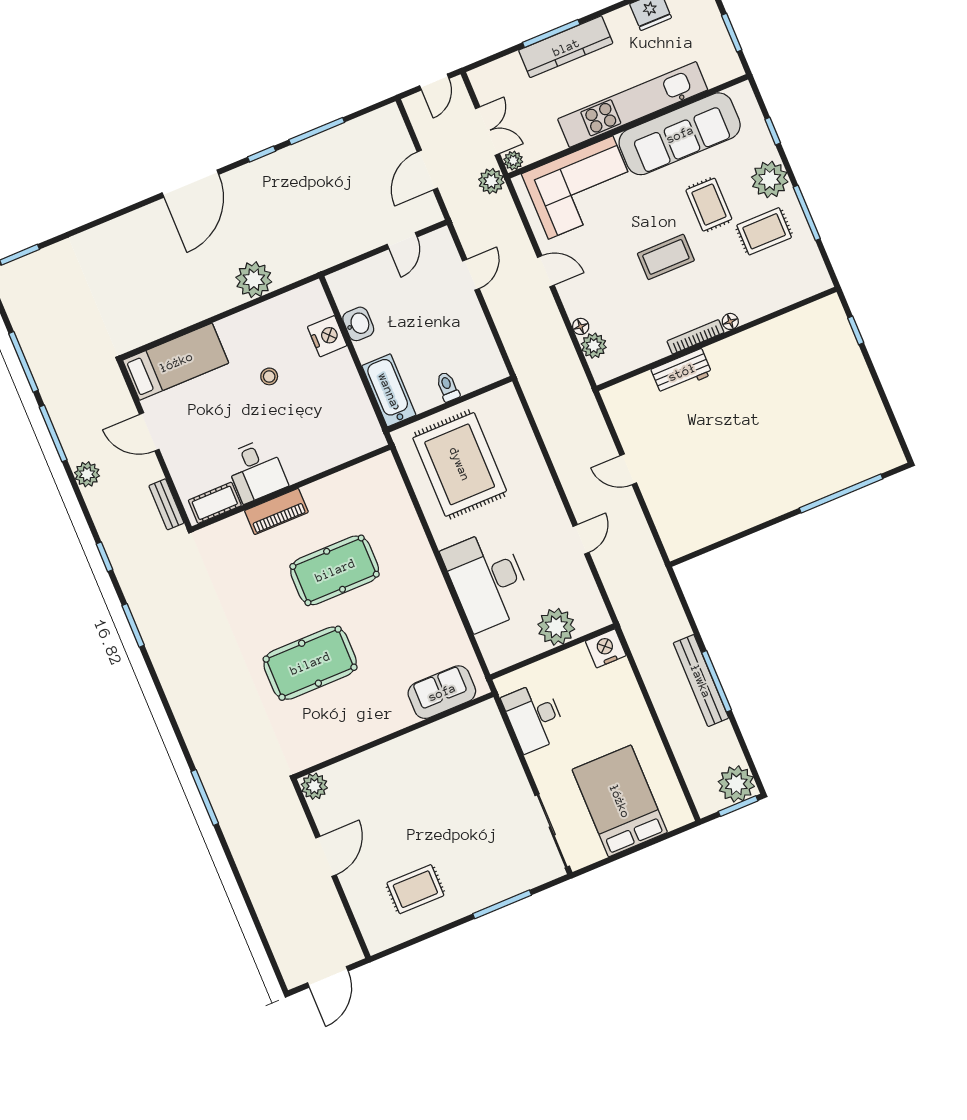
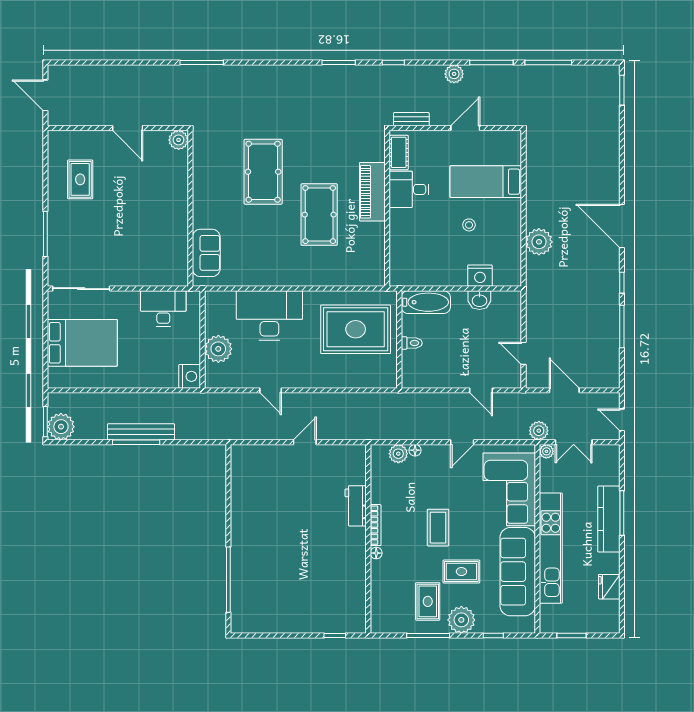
bed: (176, 362) -> (486, 182), moved, turned 90
piano: (276, 511) -> (372, 192), width x1.37, depth x1.33

